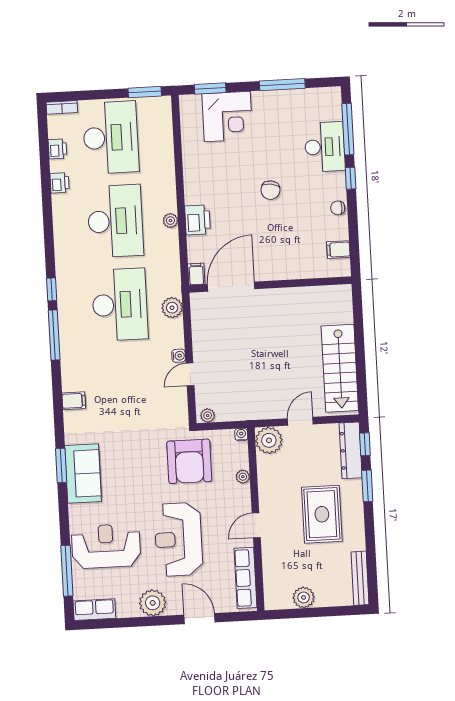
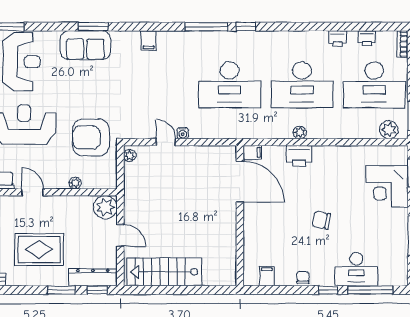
plant: (172, 308) -> (389, 130), moved
water cooler: (241, 435) -> (112, 184), removed

